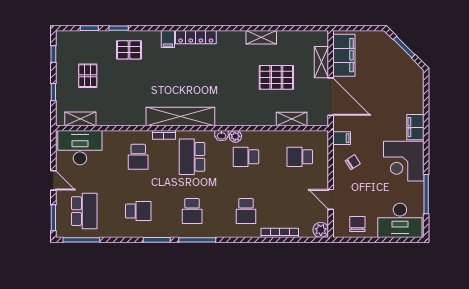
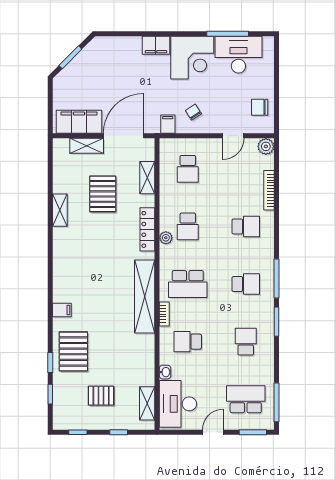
locker: (196, 37) -> (147, 229), moved, turned 180
pallet: (129, 50) -> (73, 351), width x1.50, depth x1.42
washbasin: (222, 136) -> (165, 372), moved
school desk: (138, 157) -> (188, 342), turned 180
desk: (400, 220) -> (238, 55), moved, turned -90

